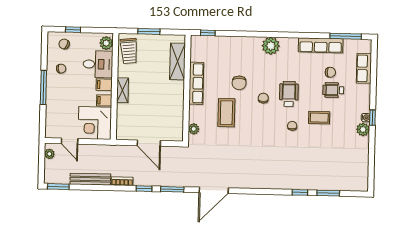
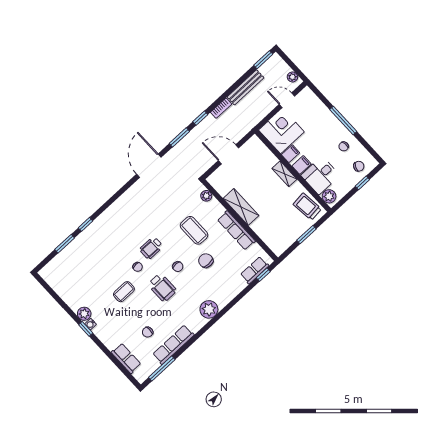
row of seats: (211, 42) -> (255, 270), added
shelving: (177, 61) -> (241, 207), moved
wheelchair: (333, 90) -> (151, 248), moved, turned 180

